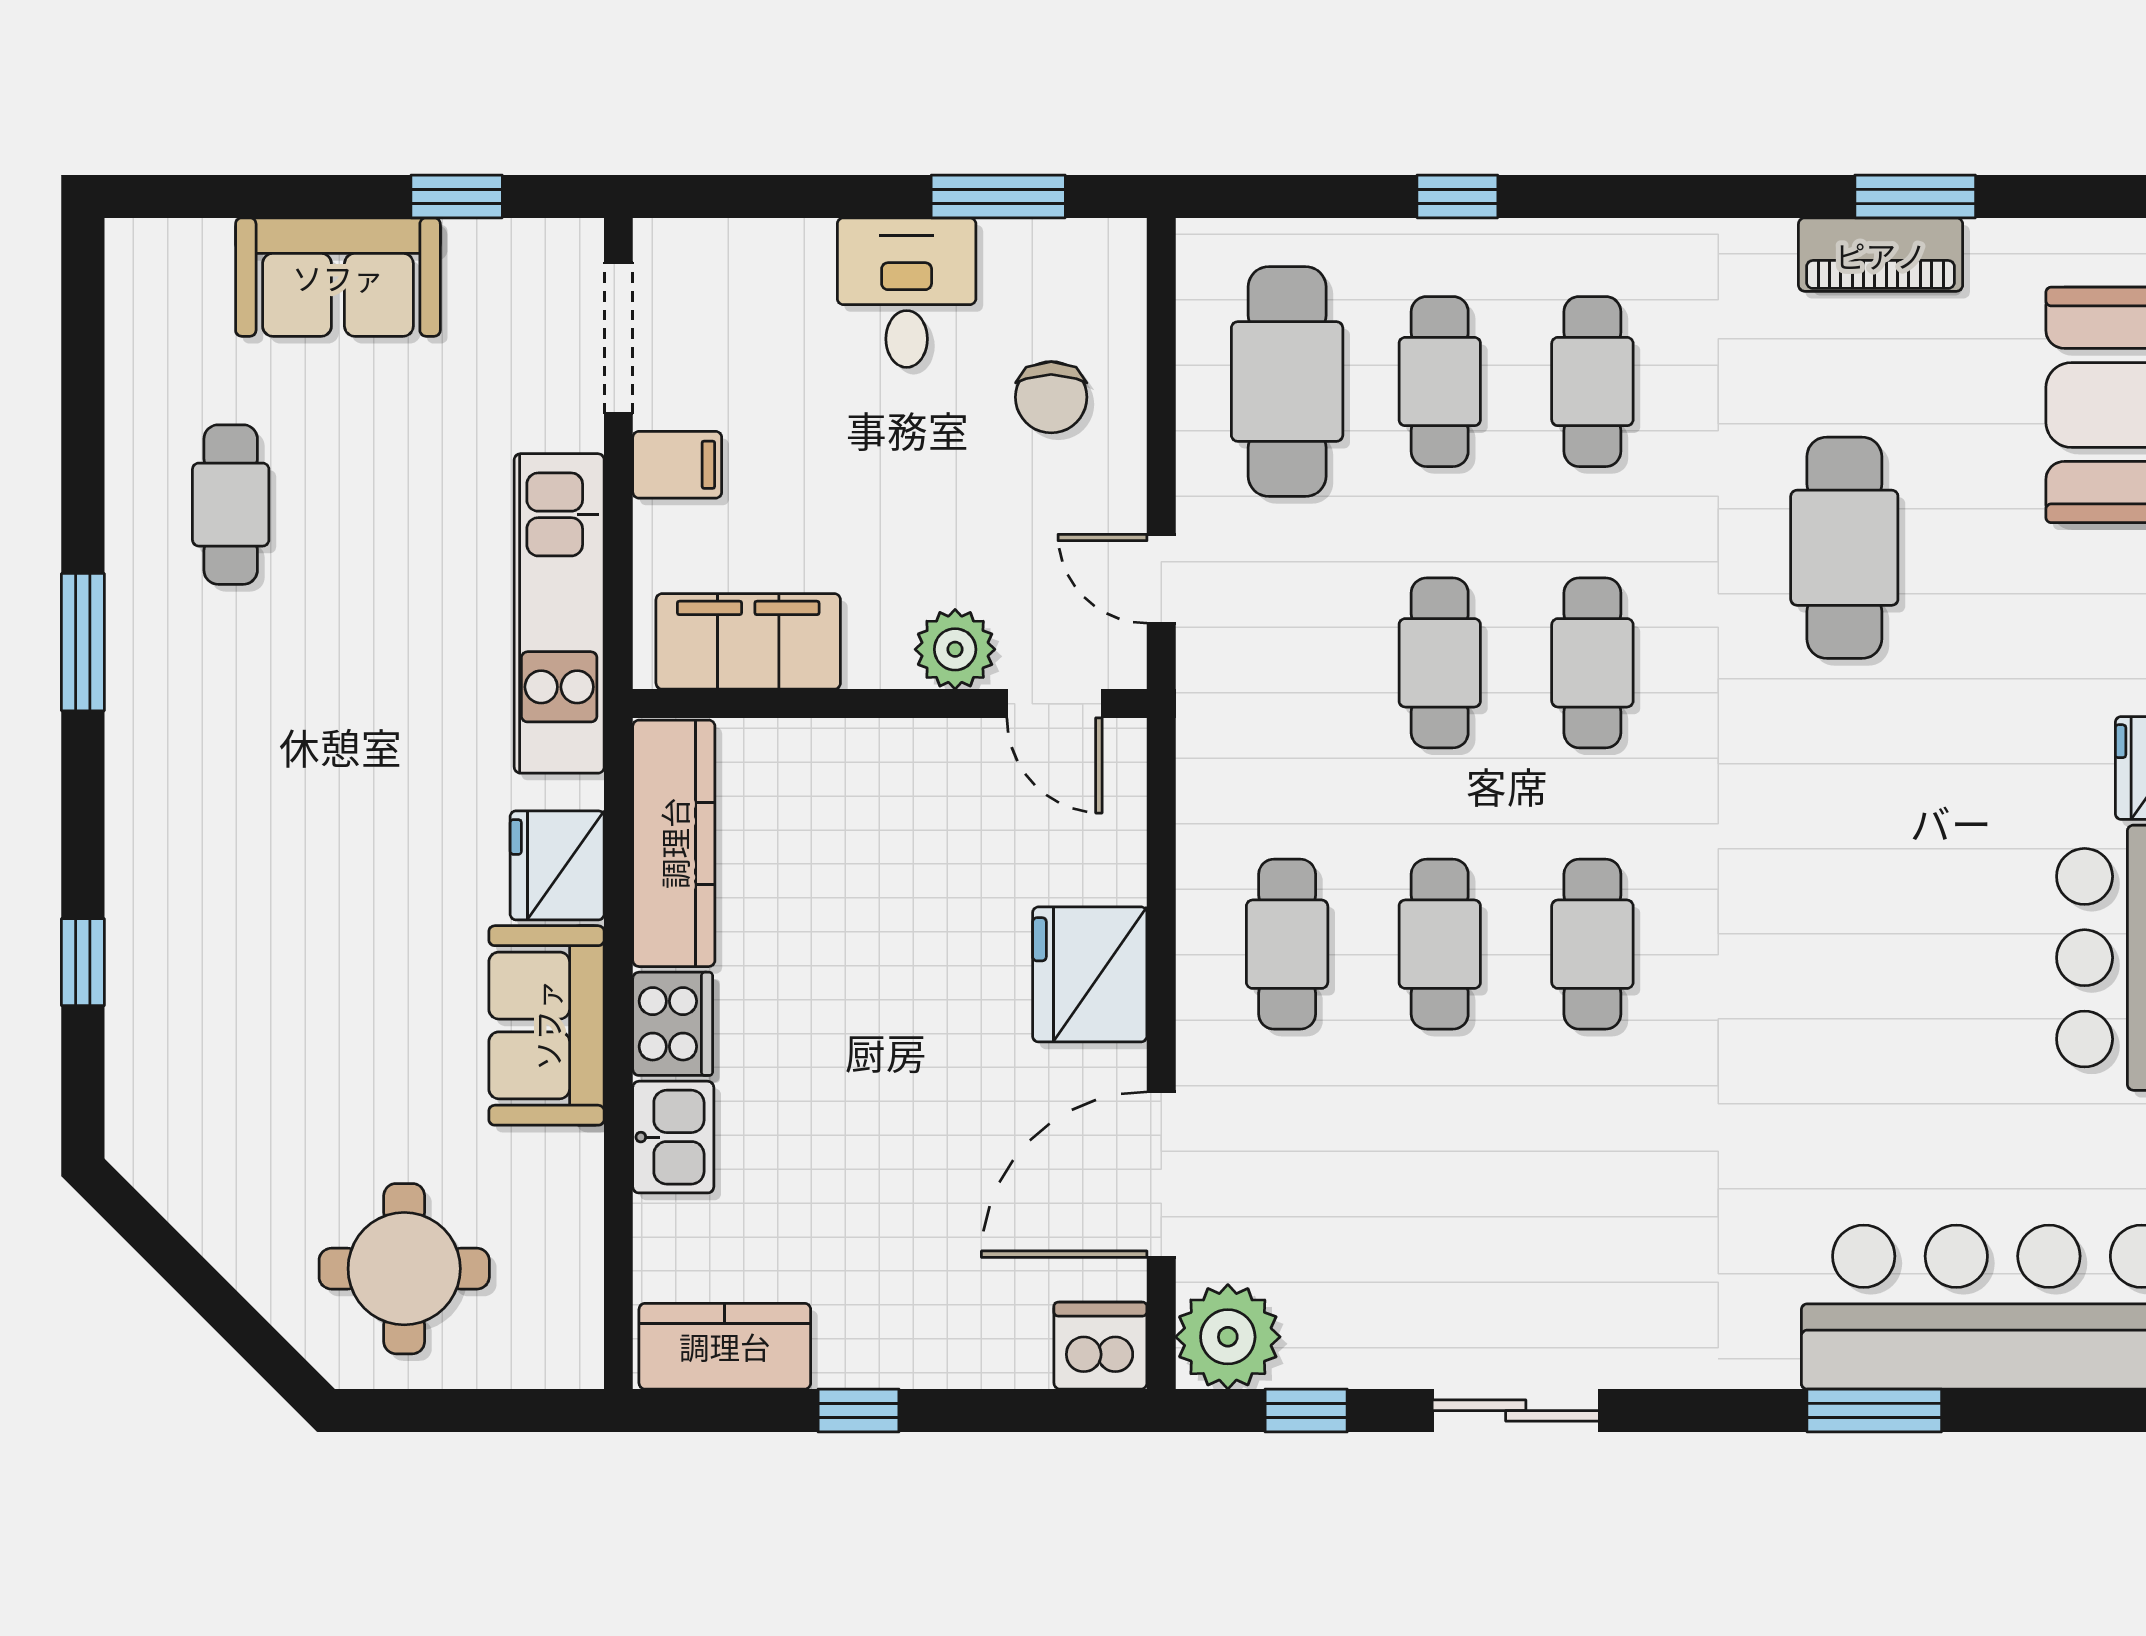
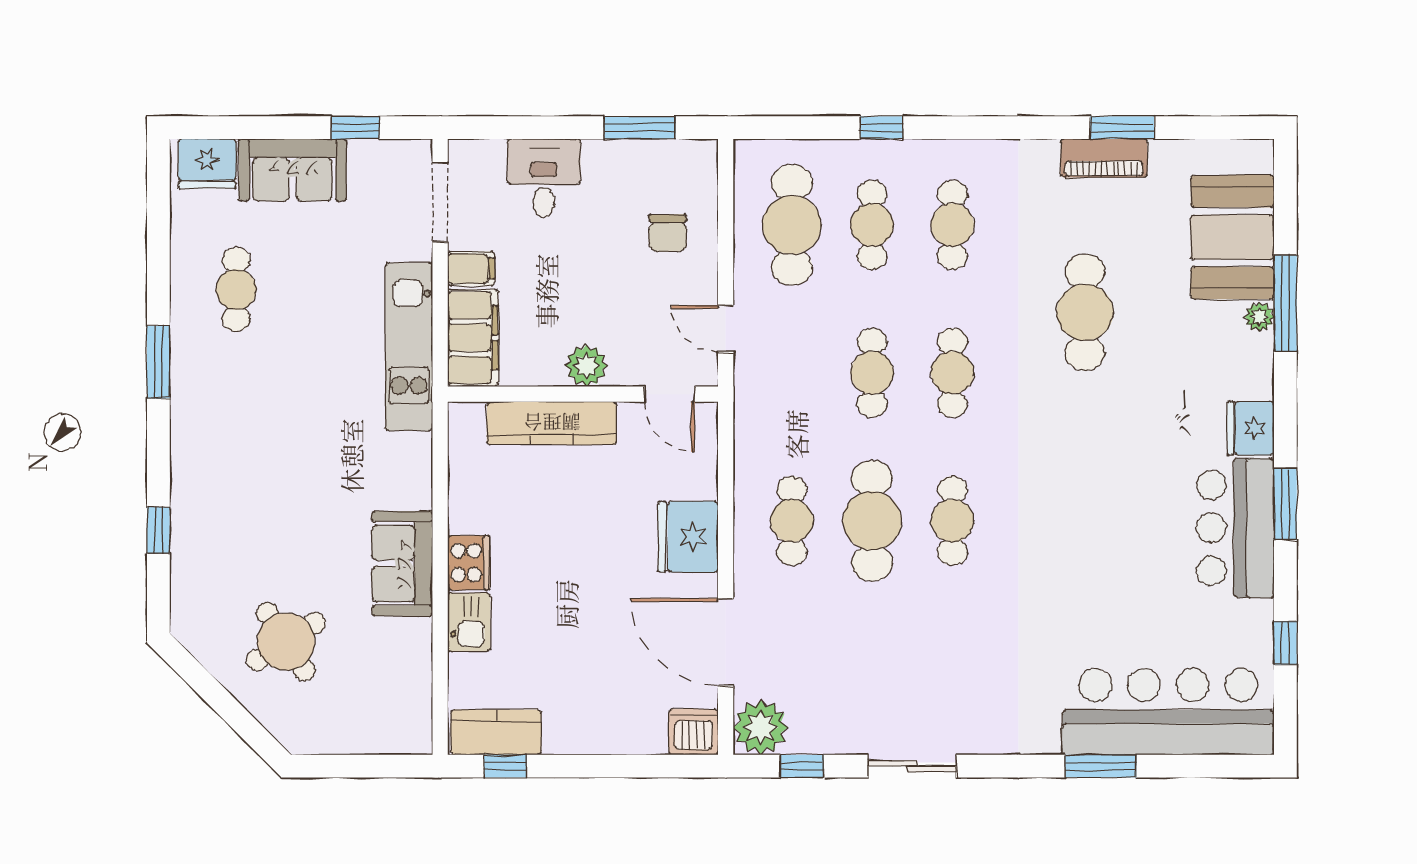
desk: (907, 293) -> (544, 178), moved
filing cabinet: (748, 641) -> (473, 338), moved, turned 90
plant: (955, 649) -> (586, 366), moved
kitchen counter: (674, 843) -> (552, 423), moved, turned 90
fridge: (557, 865) -> (207, 164), moved, turned -90
cafe table: (1440, 944) -> (872, 521), width x1.37, depth x1.35
door: (1161, 1175) -> (726, 642), hinge flipped
round table: (404, 1269) -> (286, 642), moved, turned -33
window: (858, 1411) -> (505, 766), moved

